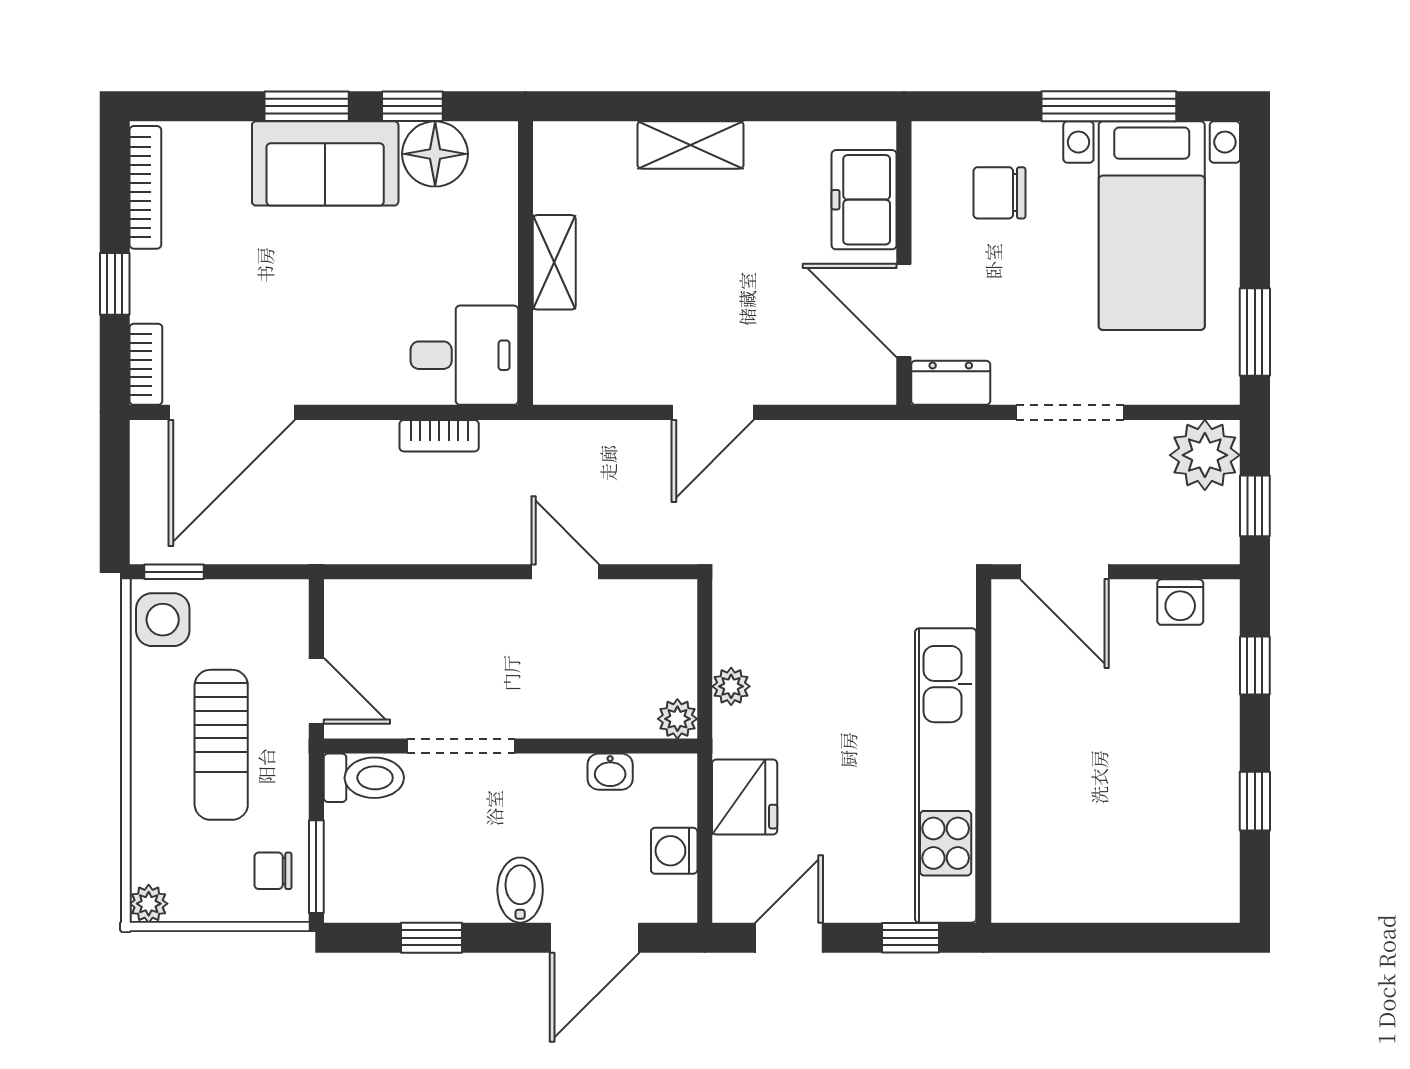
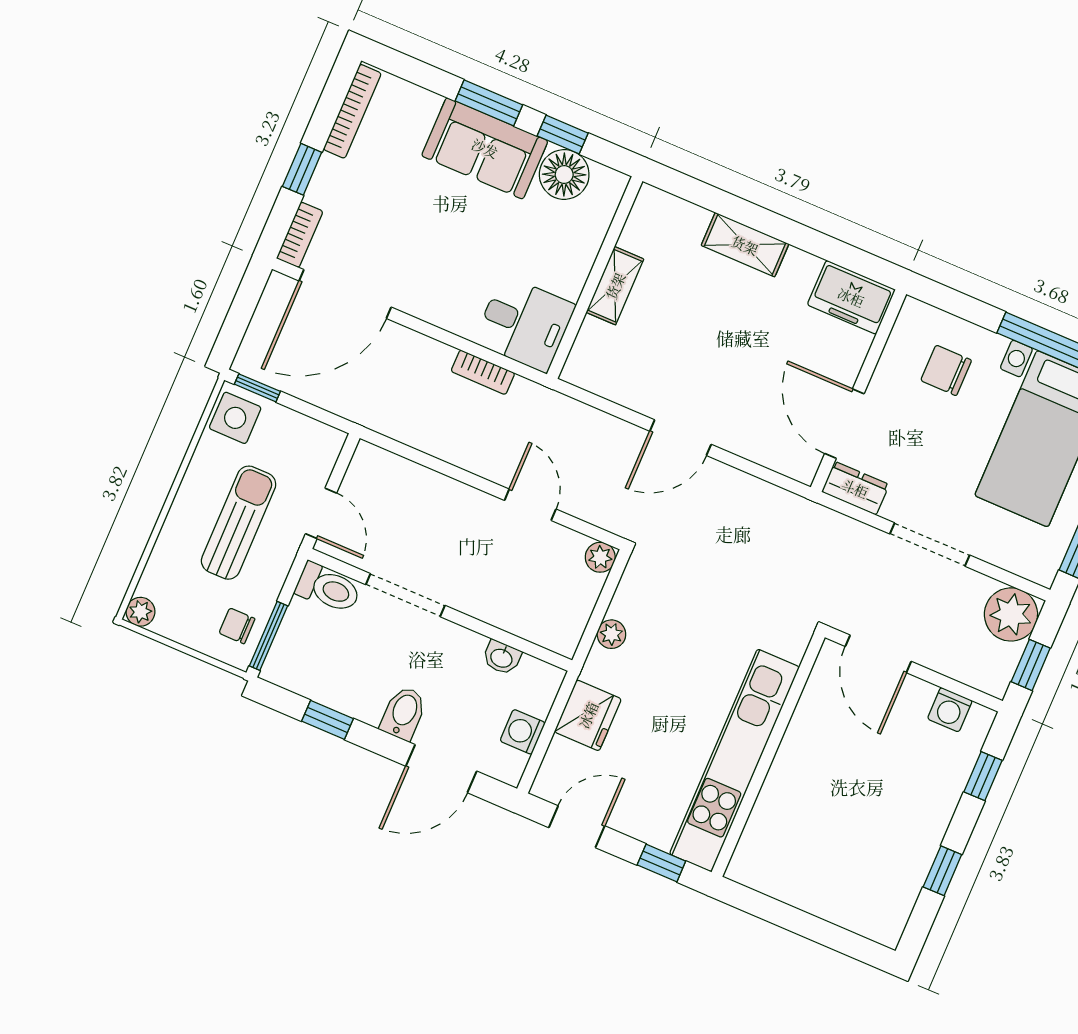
freezer: (864, 200) -> (851, 297), moved, turned -90
plant: (677, 719) -> (600, 557), moved
sun lounger: (221, 745) -> (239, 523), turned 180

